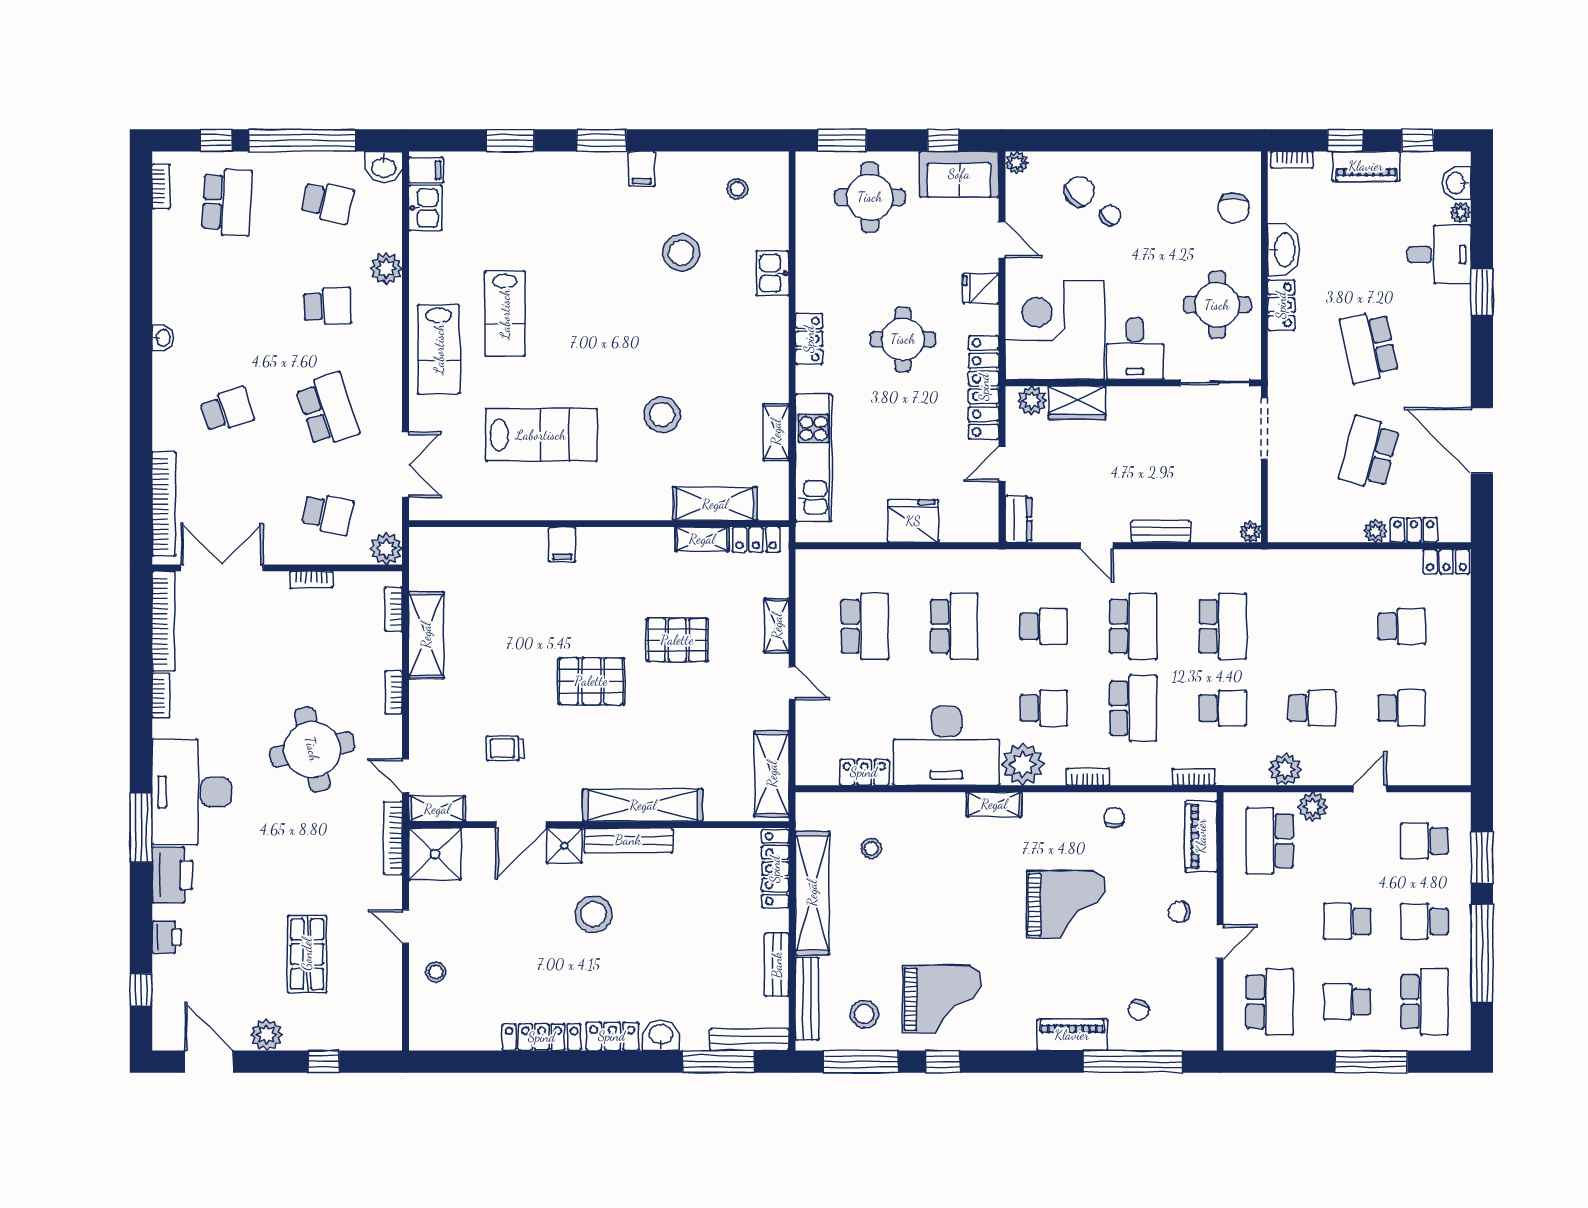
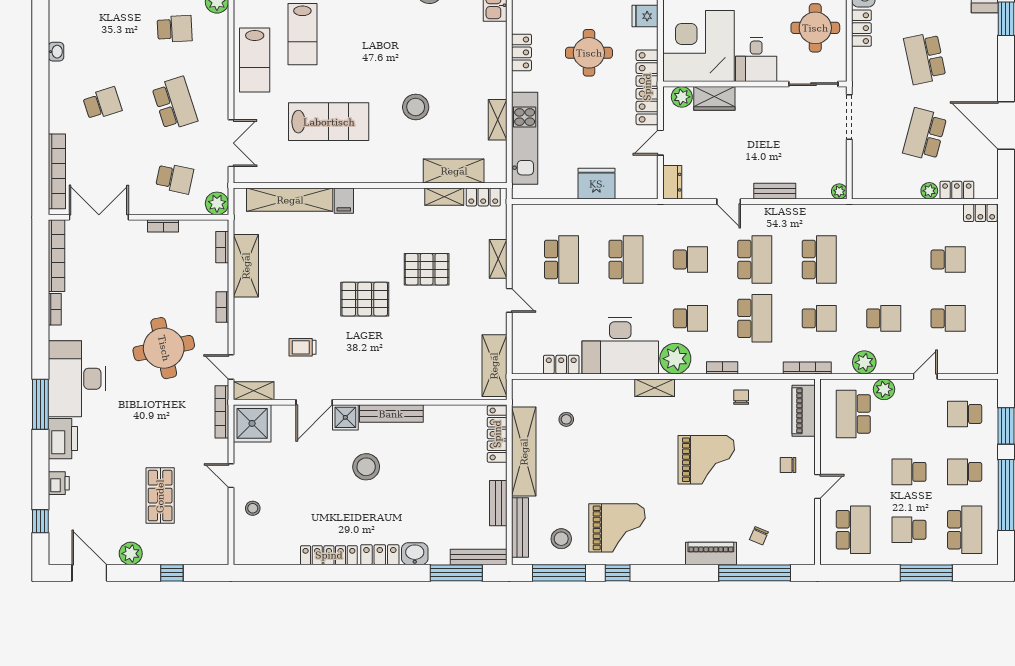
bookcase: (1194, 777) -> (807, 368), width x1.56
shelving: (643, 805) -> (290, 200), moved

